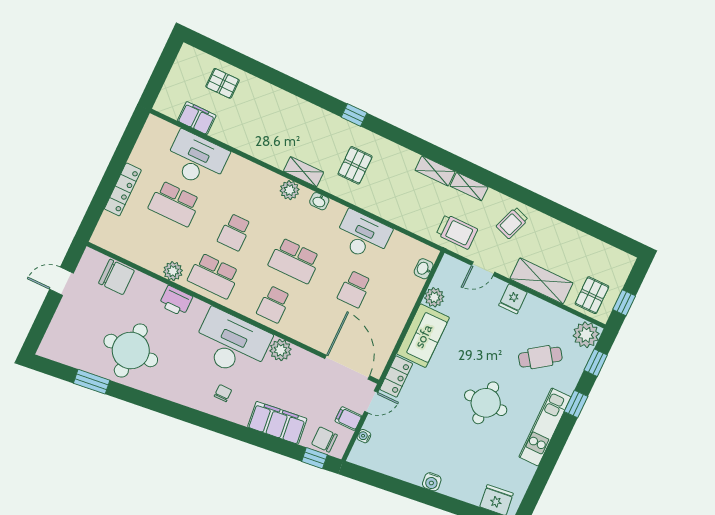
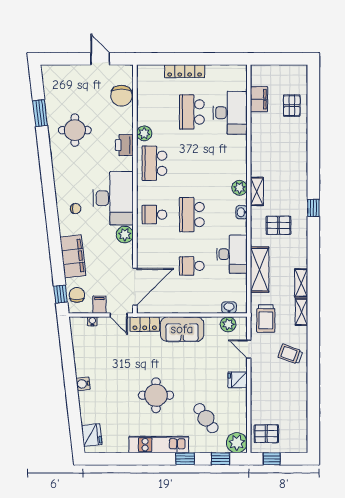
school desk: (234, 232) -> (192, 163), removed
shelving: (541, 281) -> (260, 270), moved
plant: (434, 297) -> (228, 324), moved
round table: (131, 351) -> (75, 130), width x0.73, depth x0.73

